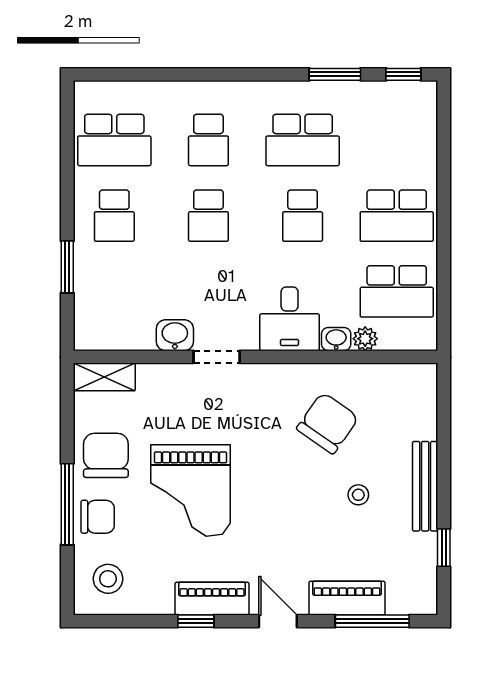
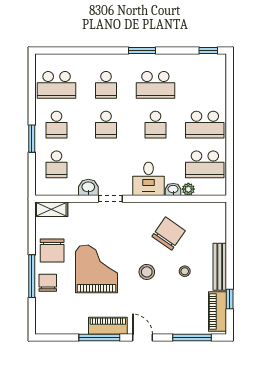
window: (335, 74) -> (142, 50), moved
window: (67, 267) -> (32, 139), moved
school desk: (114, 291) -> (57, 164), added
chair: (106, 455) -> (52, 251), turned 180
grand piano: (190, 490) -> (97, 269), turned 180
chair: (98, 517) -> (48, 283), turned -90
stool: (108, 579) -> (147, 272), moved
piano: (347, 598) -> (217, 311), moved, turned -90
window: (196, 621) -> (99, 338), width x2.17

